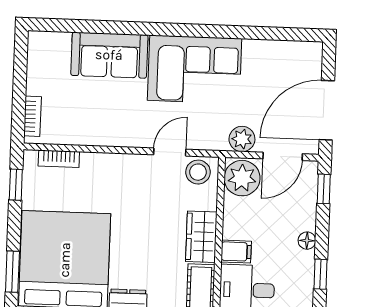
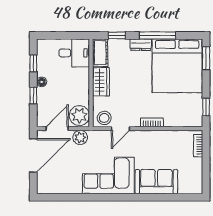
bookcase: (59, 159) -> (152, 122), moved
window: (324, 189) -> (33, 95), moved
filing cabinet: (236, 252) -> (81, 74), removed

